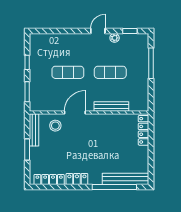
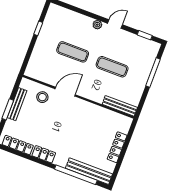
plant: (115, 38) -> (97, 25), moved
window: (27, 92) -> (28, 56), removed
bench: (111, 106) -> (120, 106), moved
bench: (34, 130) -> (17, 104), moved
locker: (144, 130) -> (117, 147), moved

